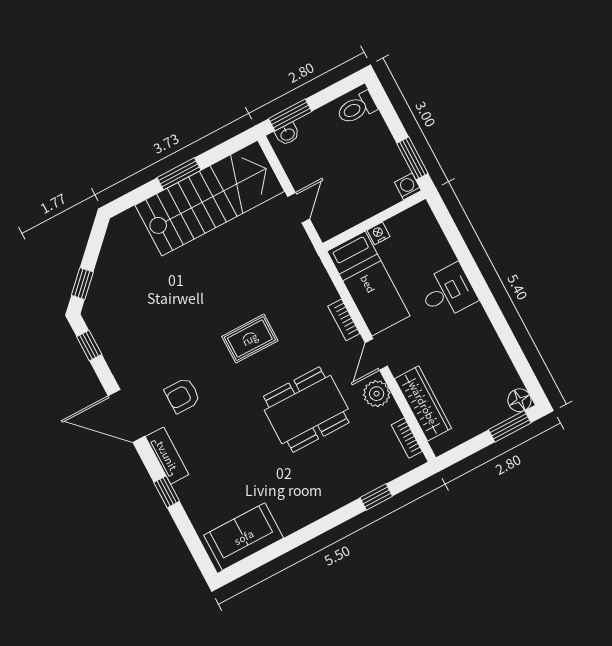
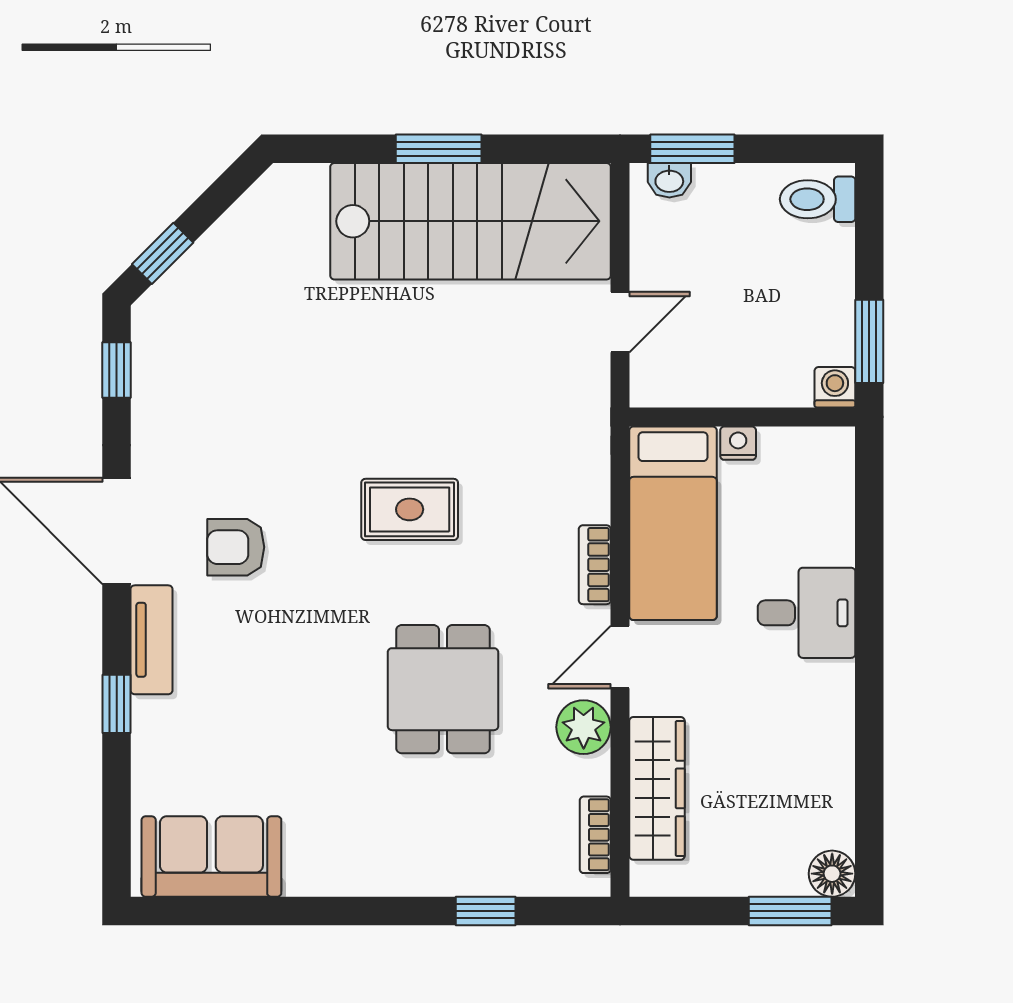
dining table: (306, 410) -> (443, 689), width x0.73

